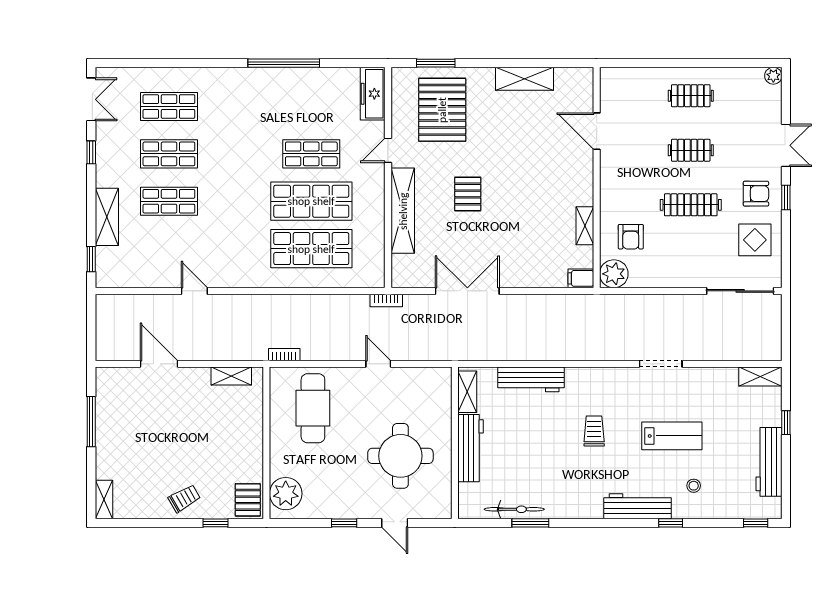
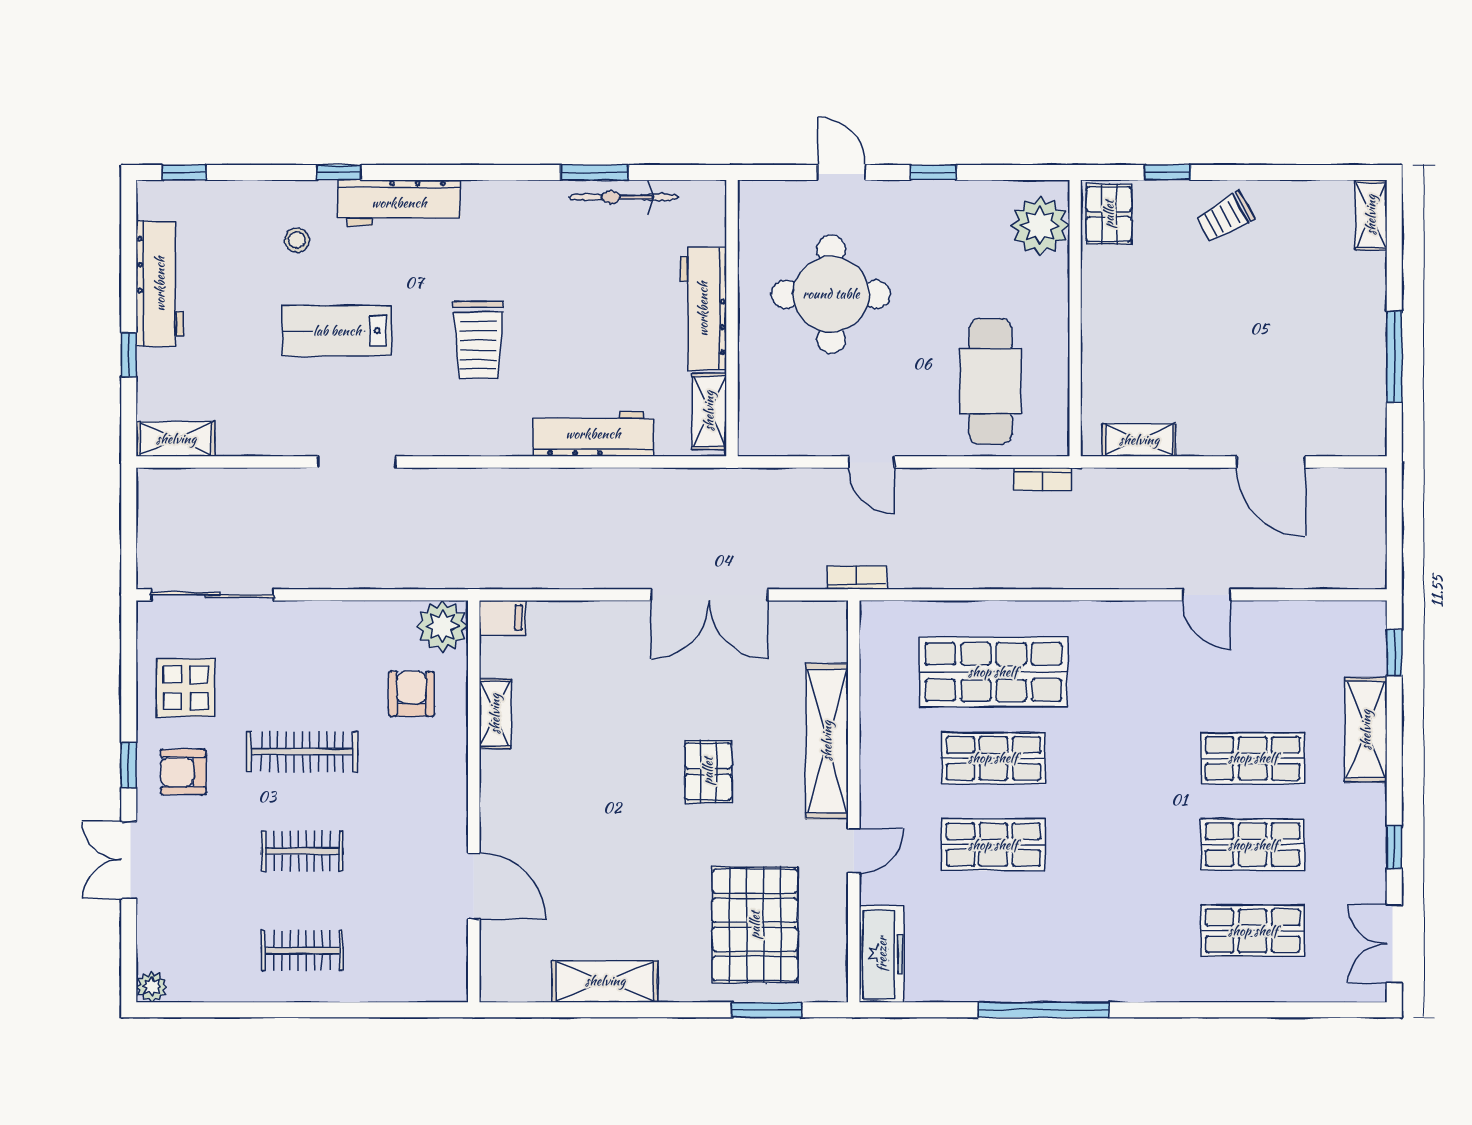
shop shelf: (311, 201) -> (993, 758), width x0.70, depth x0.74
trolley: (594, 431) -> (478, 340), width x1.36, depth x1.39

